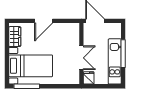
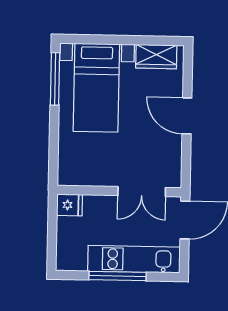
double door: (81, 58) -> (142, 192), moved
kitchen unit: (115, 61) -> (134, 259), moved

